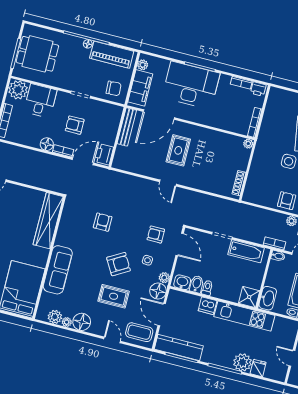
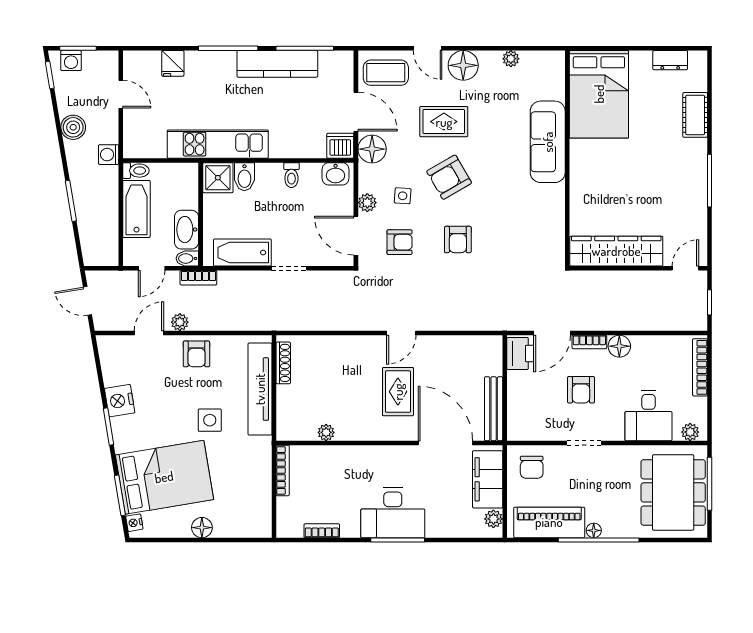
dining table: (37, 54) -> (673, 492), width x1.38
desk: (191, 85) -> (393, 513), width x0.73, depth x0.77
chair: (114, 88) -> (532, 467), turned -87
printer: (258, 89) -> (291, 527), removed
plant: (18, 90) -> (690, 432), width x0.53, depth x0.53
door: (159, 115) -> (445, 443), hinge flipped
armchair: (75, 125) -> (581, 390), turned 90
plant: (248, 144) -> (326, 432), moved
tv unit: (256, 172) -> (260, 389), added
door: (168, 183) -> (401, 333), swing flipped
wardrobe: (48, 221) -> (616, 251), moved, turned -90
armchair: (103, 222) -> (458, 240), moved
plant: (164, 278) -> (367, 203), moved
bidet: (197, 284) -> (244, 177), moved
washbasin: (268, 298) -> (186, 230), moved
dishwasher: (208, 306) -> (340, 146), moved
plant: (55, 317) -> (533, 62), removed
floor lamp: (82, 322) -> (463, 65), moved
kitchen counter: (179, 348) -> (277, 64), moved
plant: (242, 362) -> (201, 66), removed

